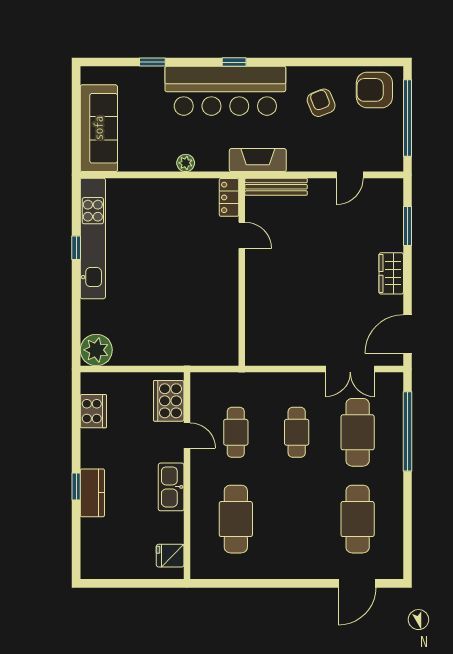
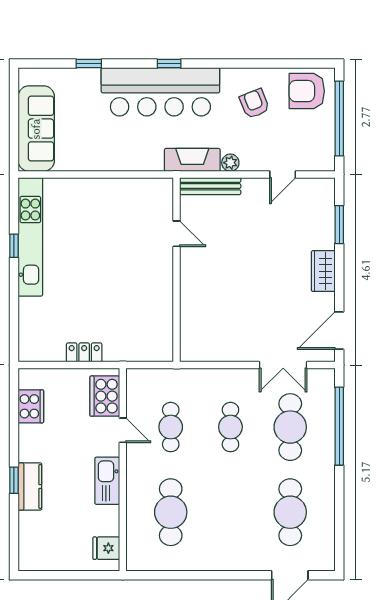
plant: (186, 163) -> (230, 163), moved
locker: (229, 197) -> (84, 352), moved, turned 90
plant: (96, 350) -> (34, 346), removed

